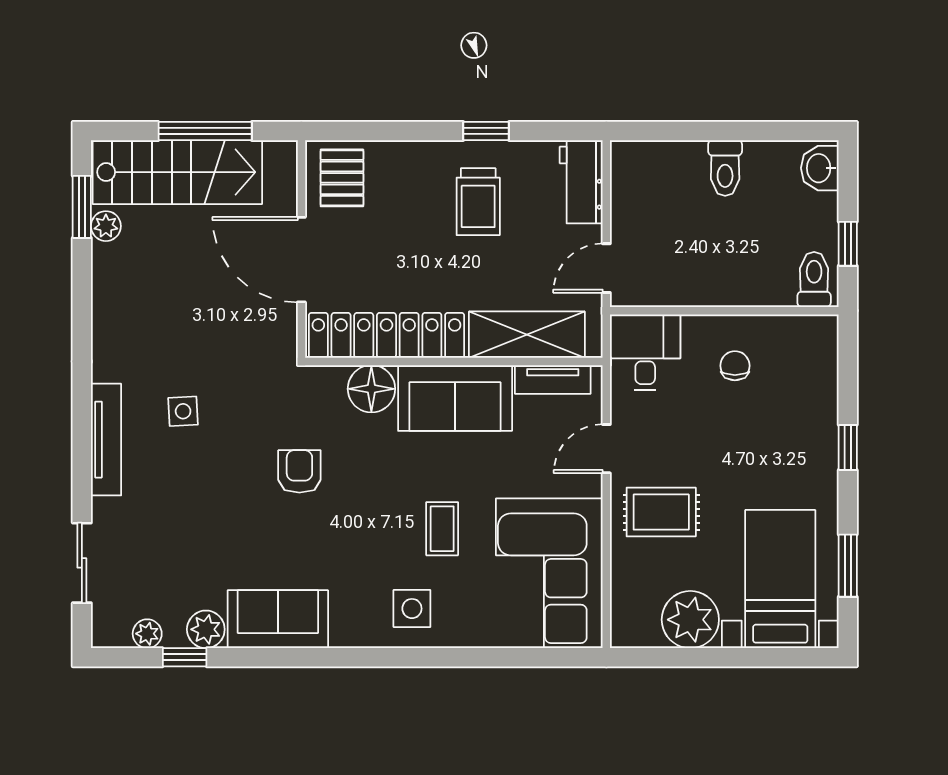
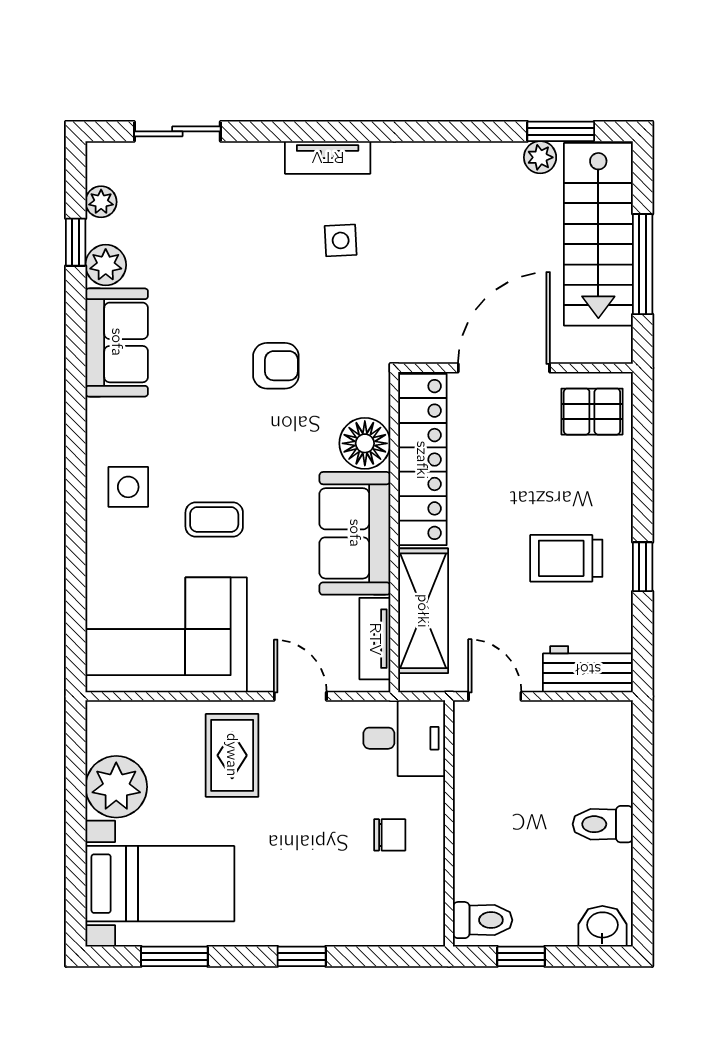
tv unit: (106, 440) -> (328, 157), width x0.71

